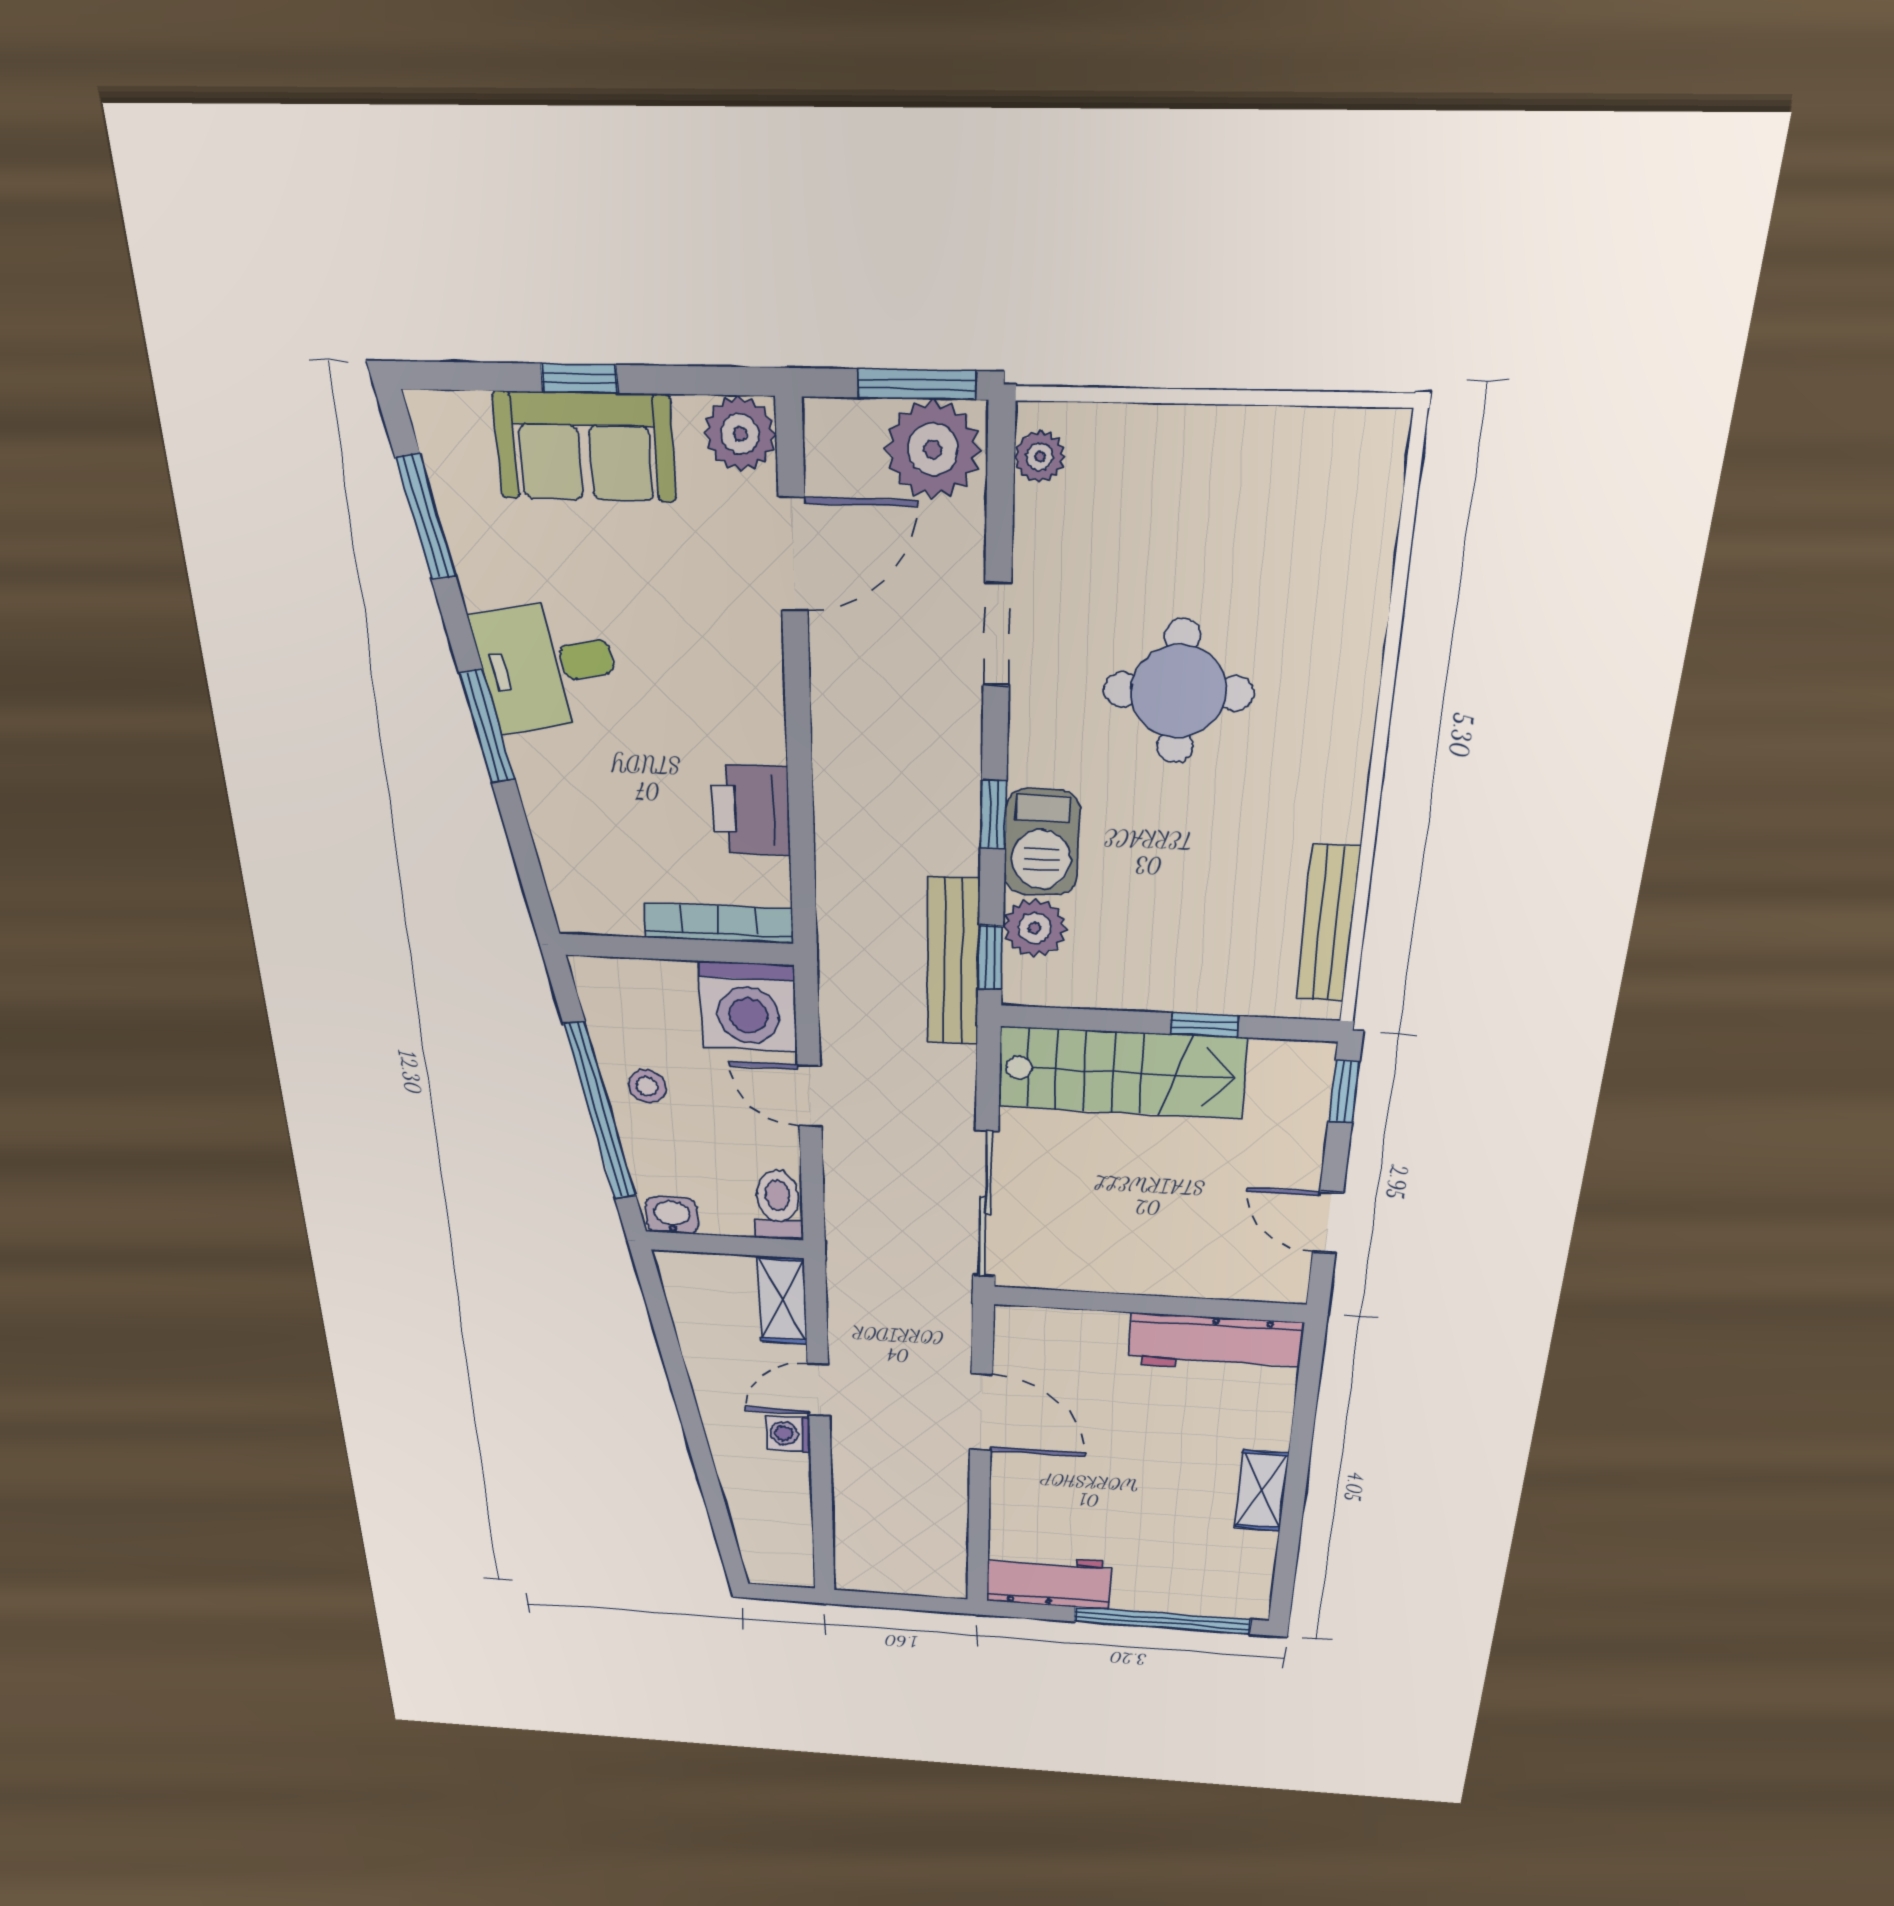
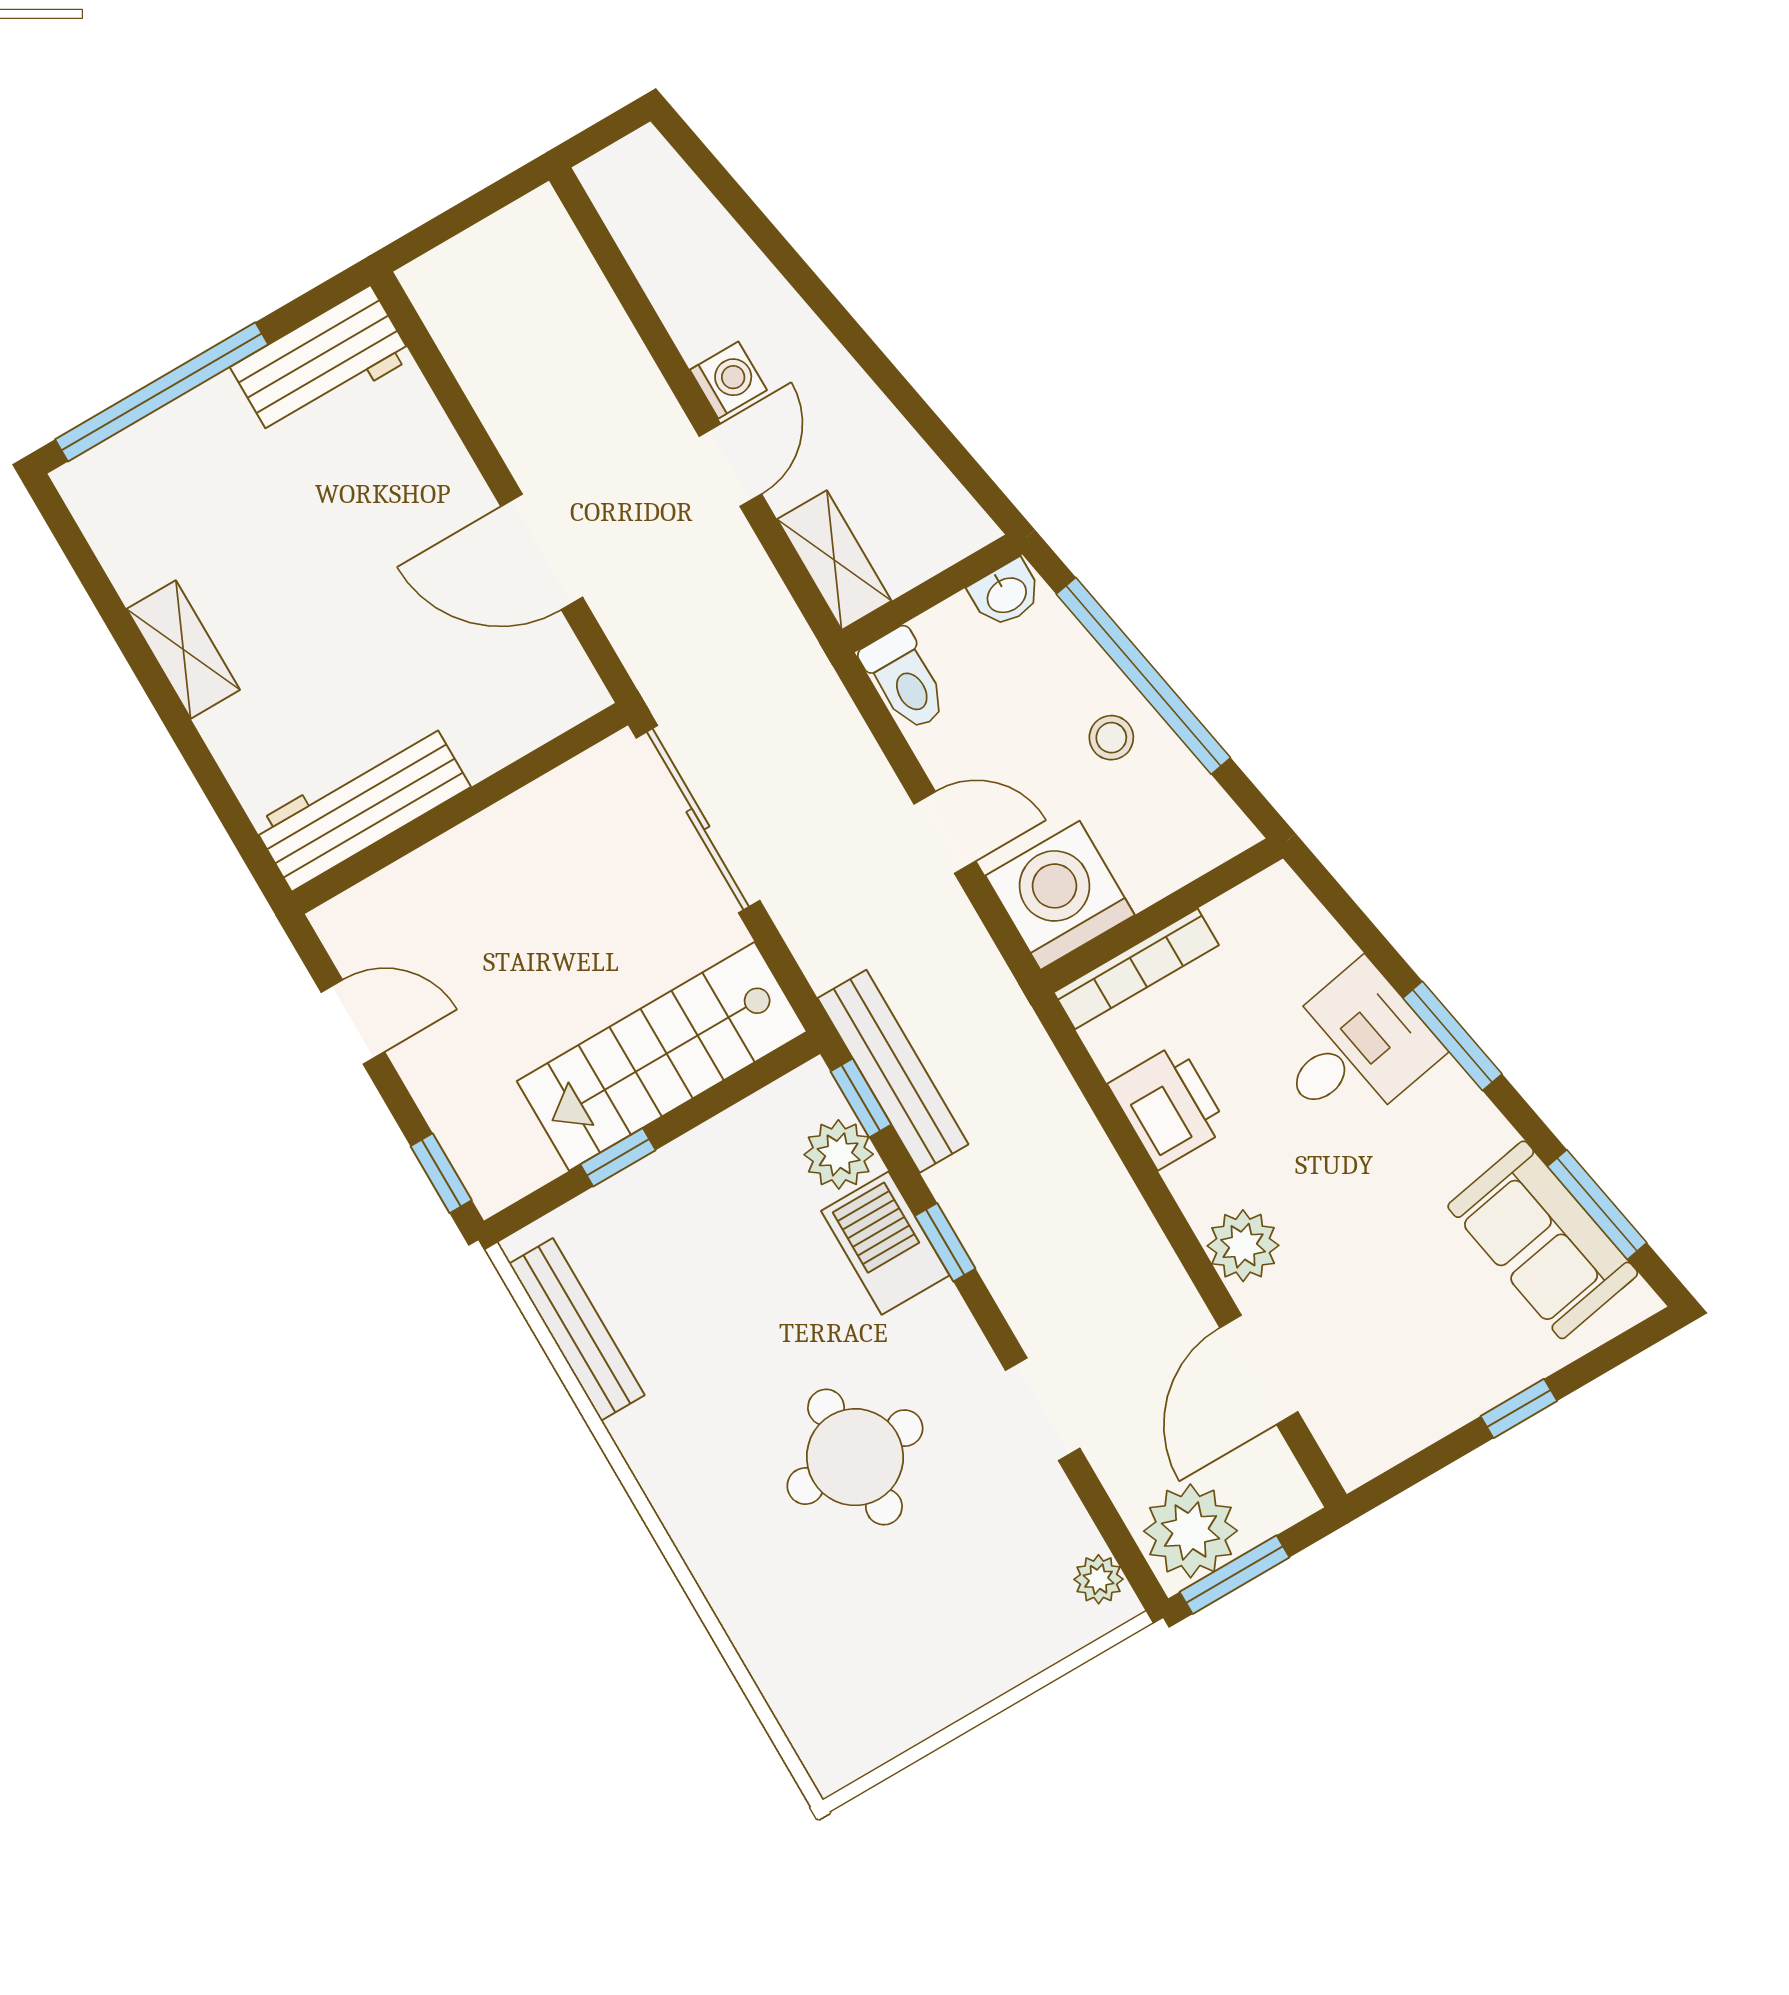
plant: (740, 434) -> (1243, 1246), moved
sofa: (585, 447) -> (1543, 1240), moved, turned -100
desk: (547, 666) -> (1354, 1048), moved

